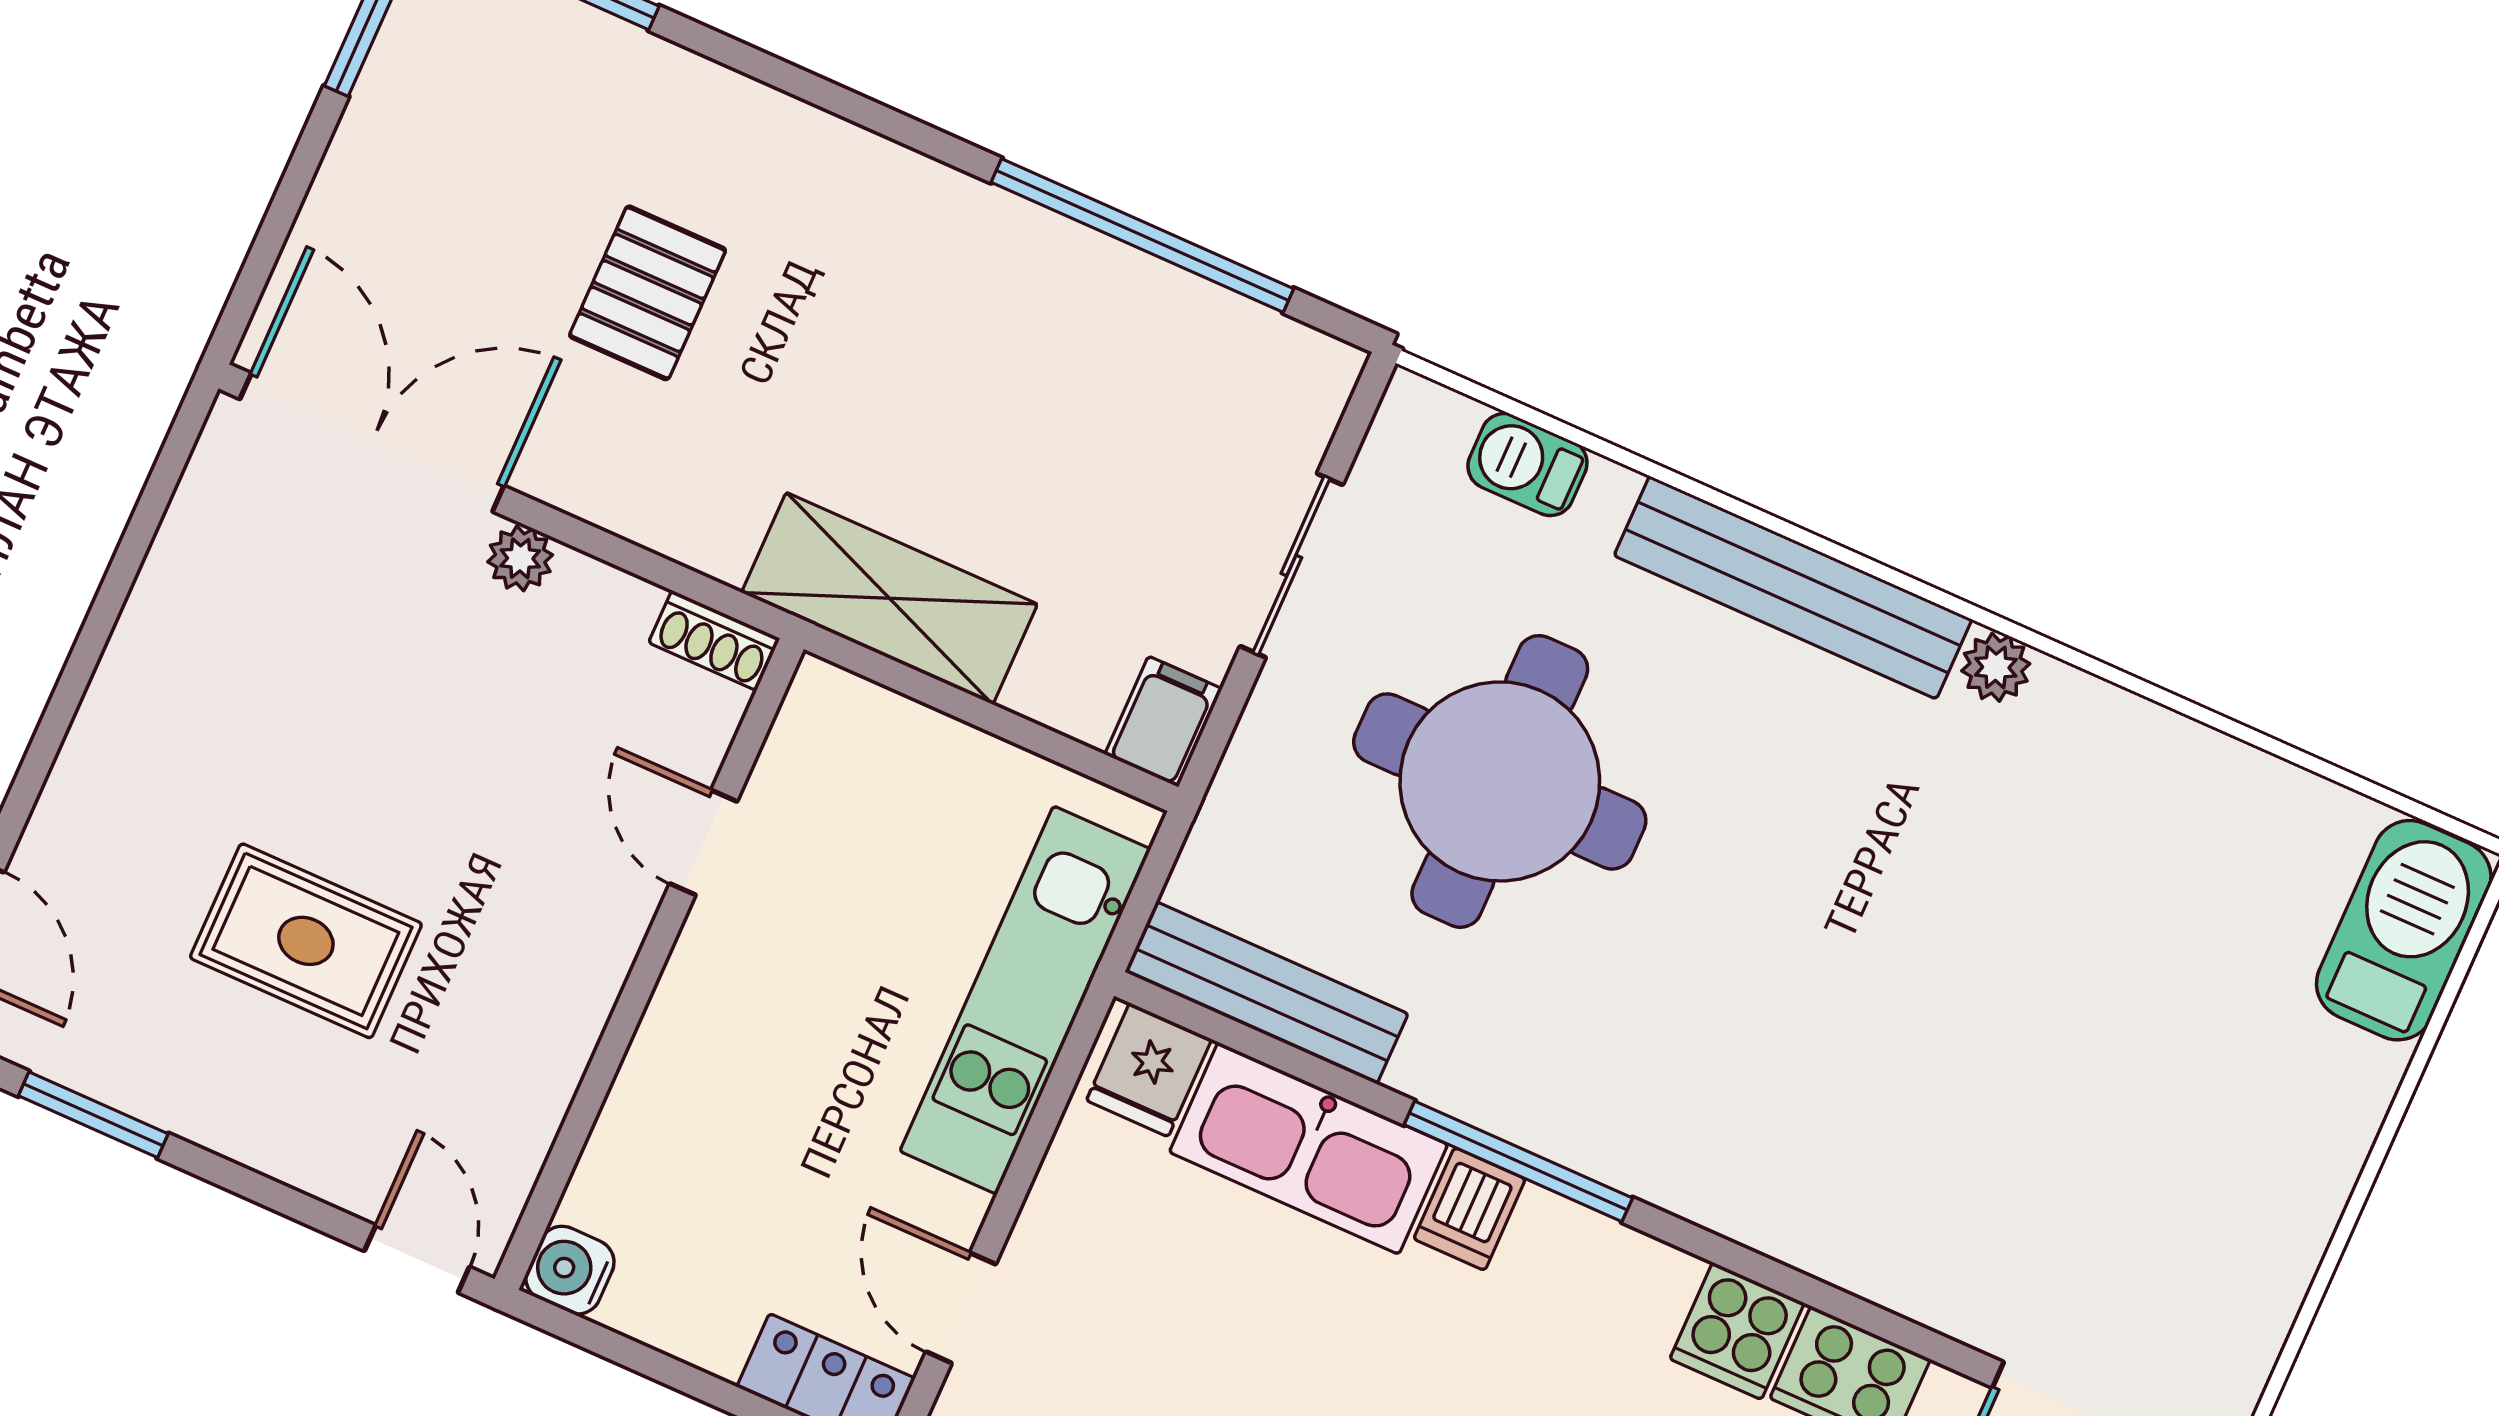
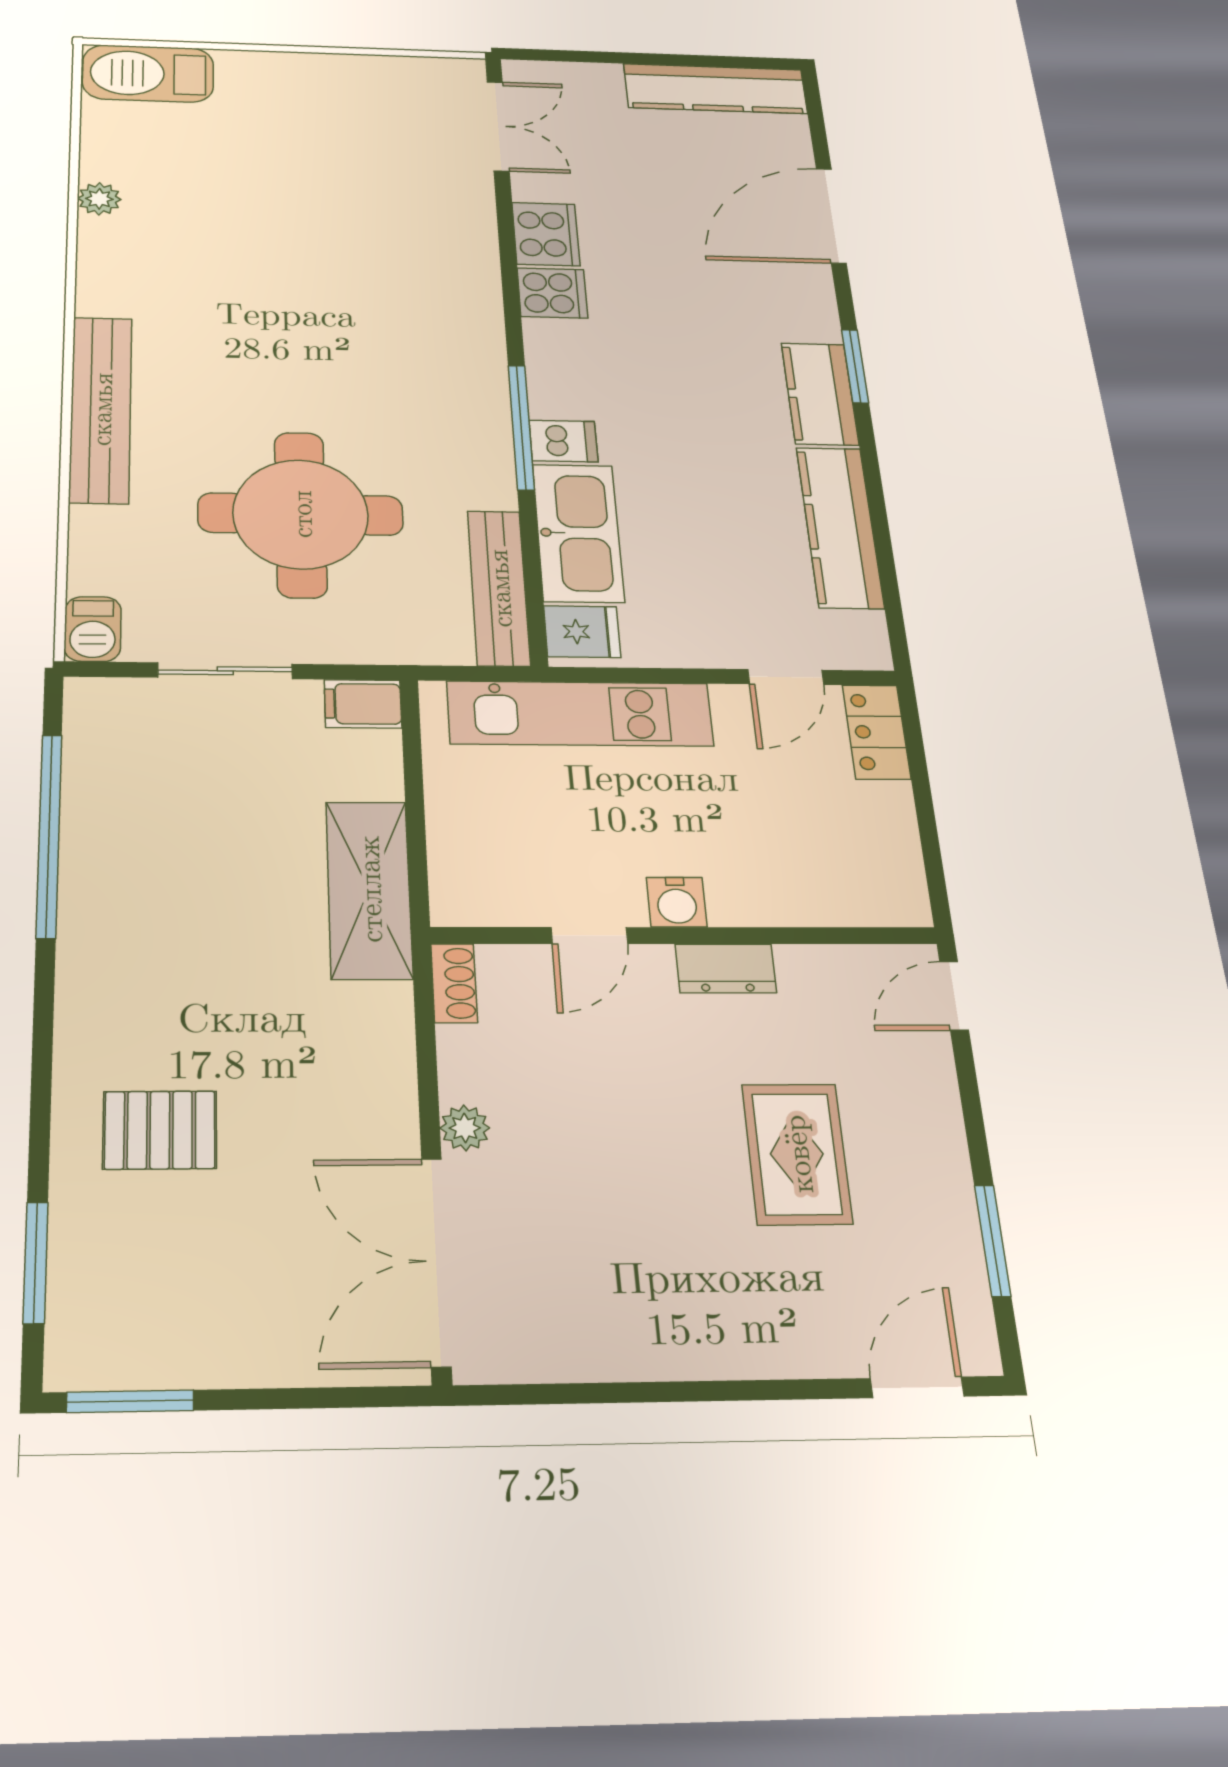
pallet: (648, 293) -> (160, 1130), moved
barbecue: (1527, 464) -> (93, 629), moved
plant: (1996, 667) -> (99, 199), moved
dresser: (583, 990) -> (726, 968), added
water cooler: (570, 1270) -> (677, 902), moved

